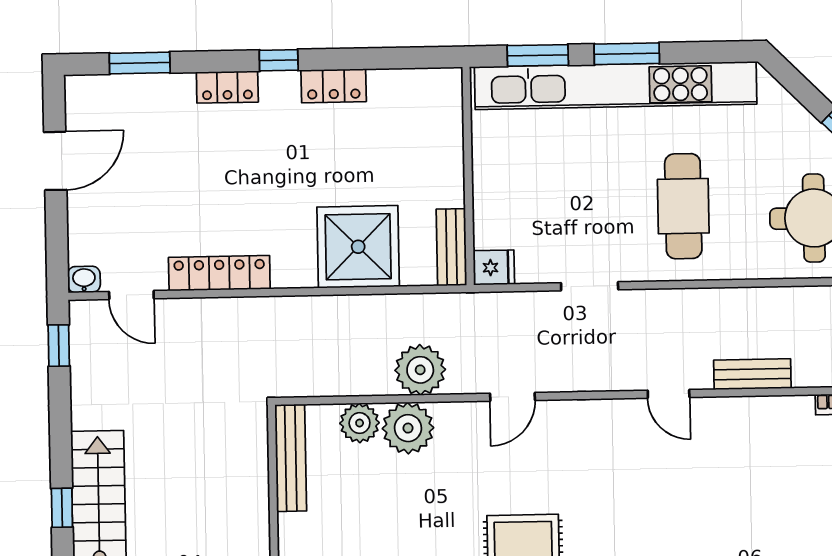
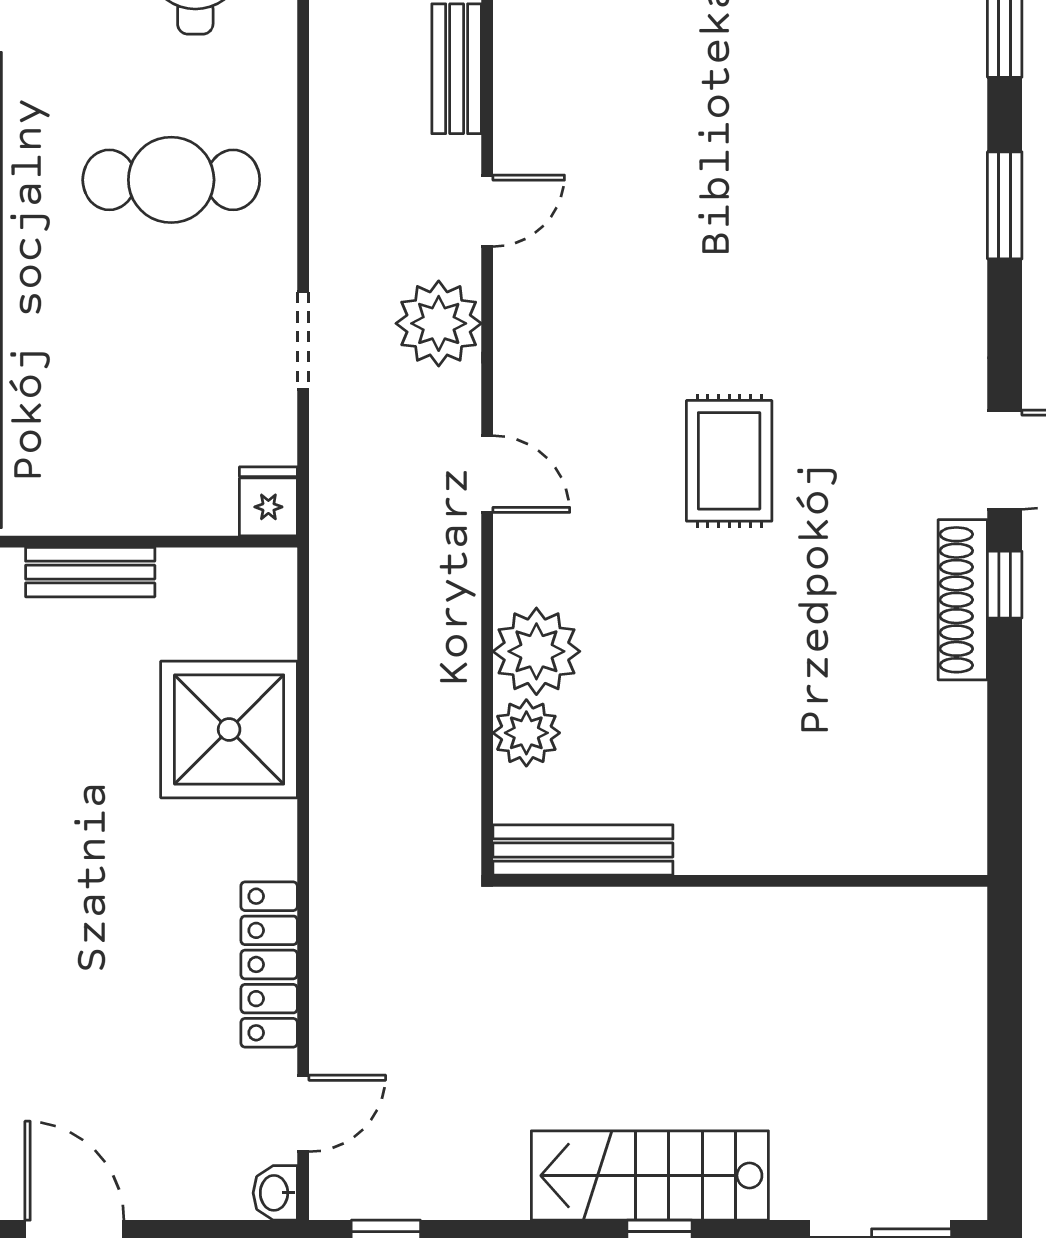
bench: (451, 247) -> (90, 572), moved
plant: (420, 370) -> (439, 323), moved

